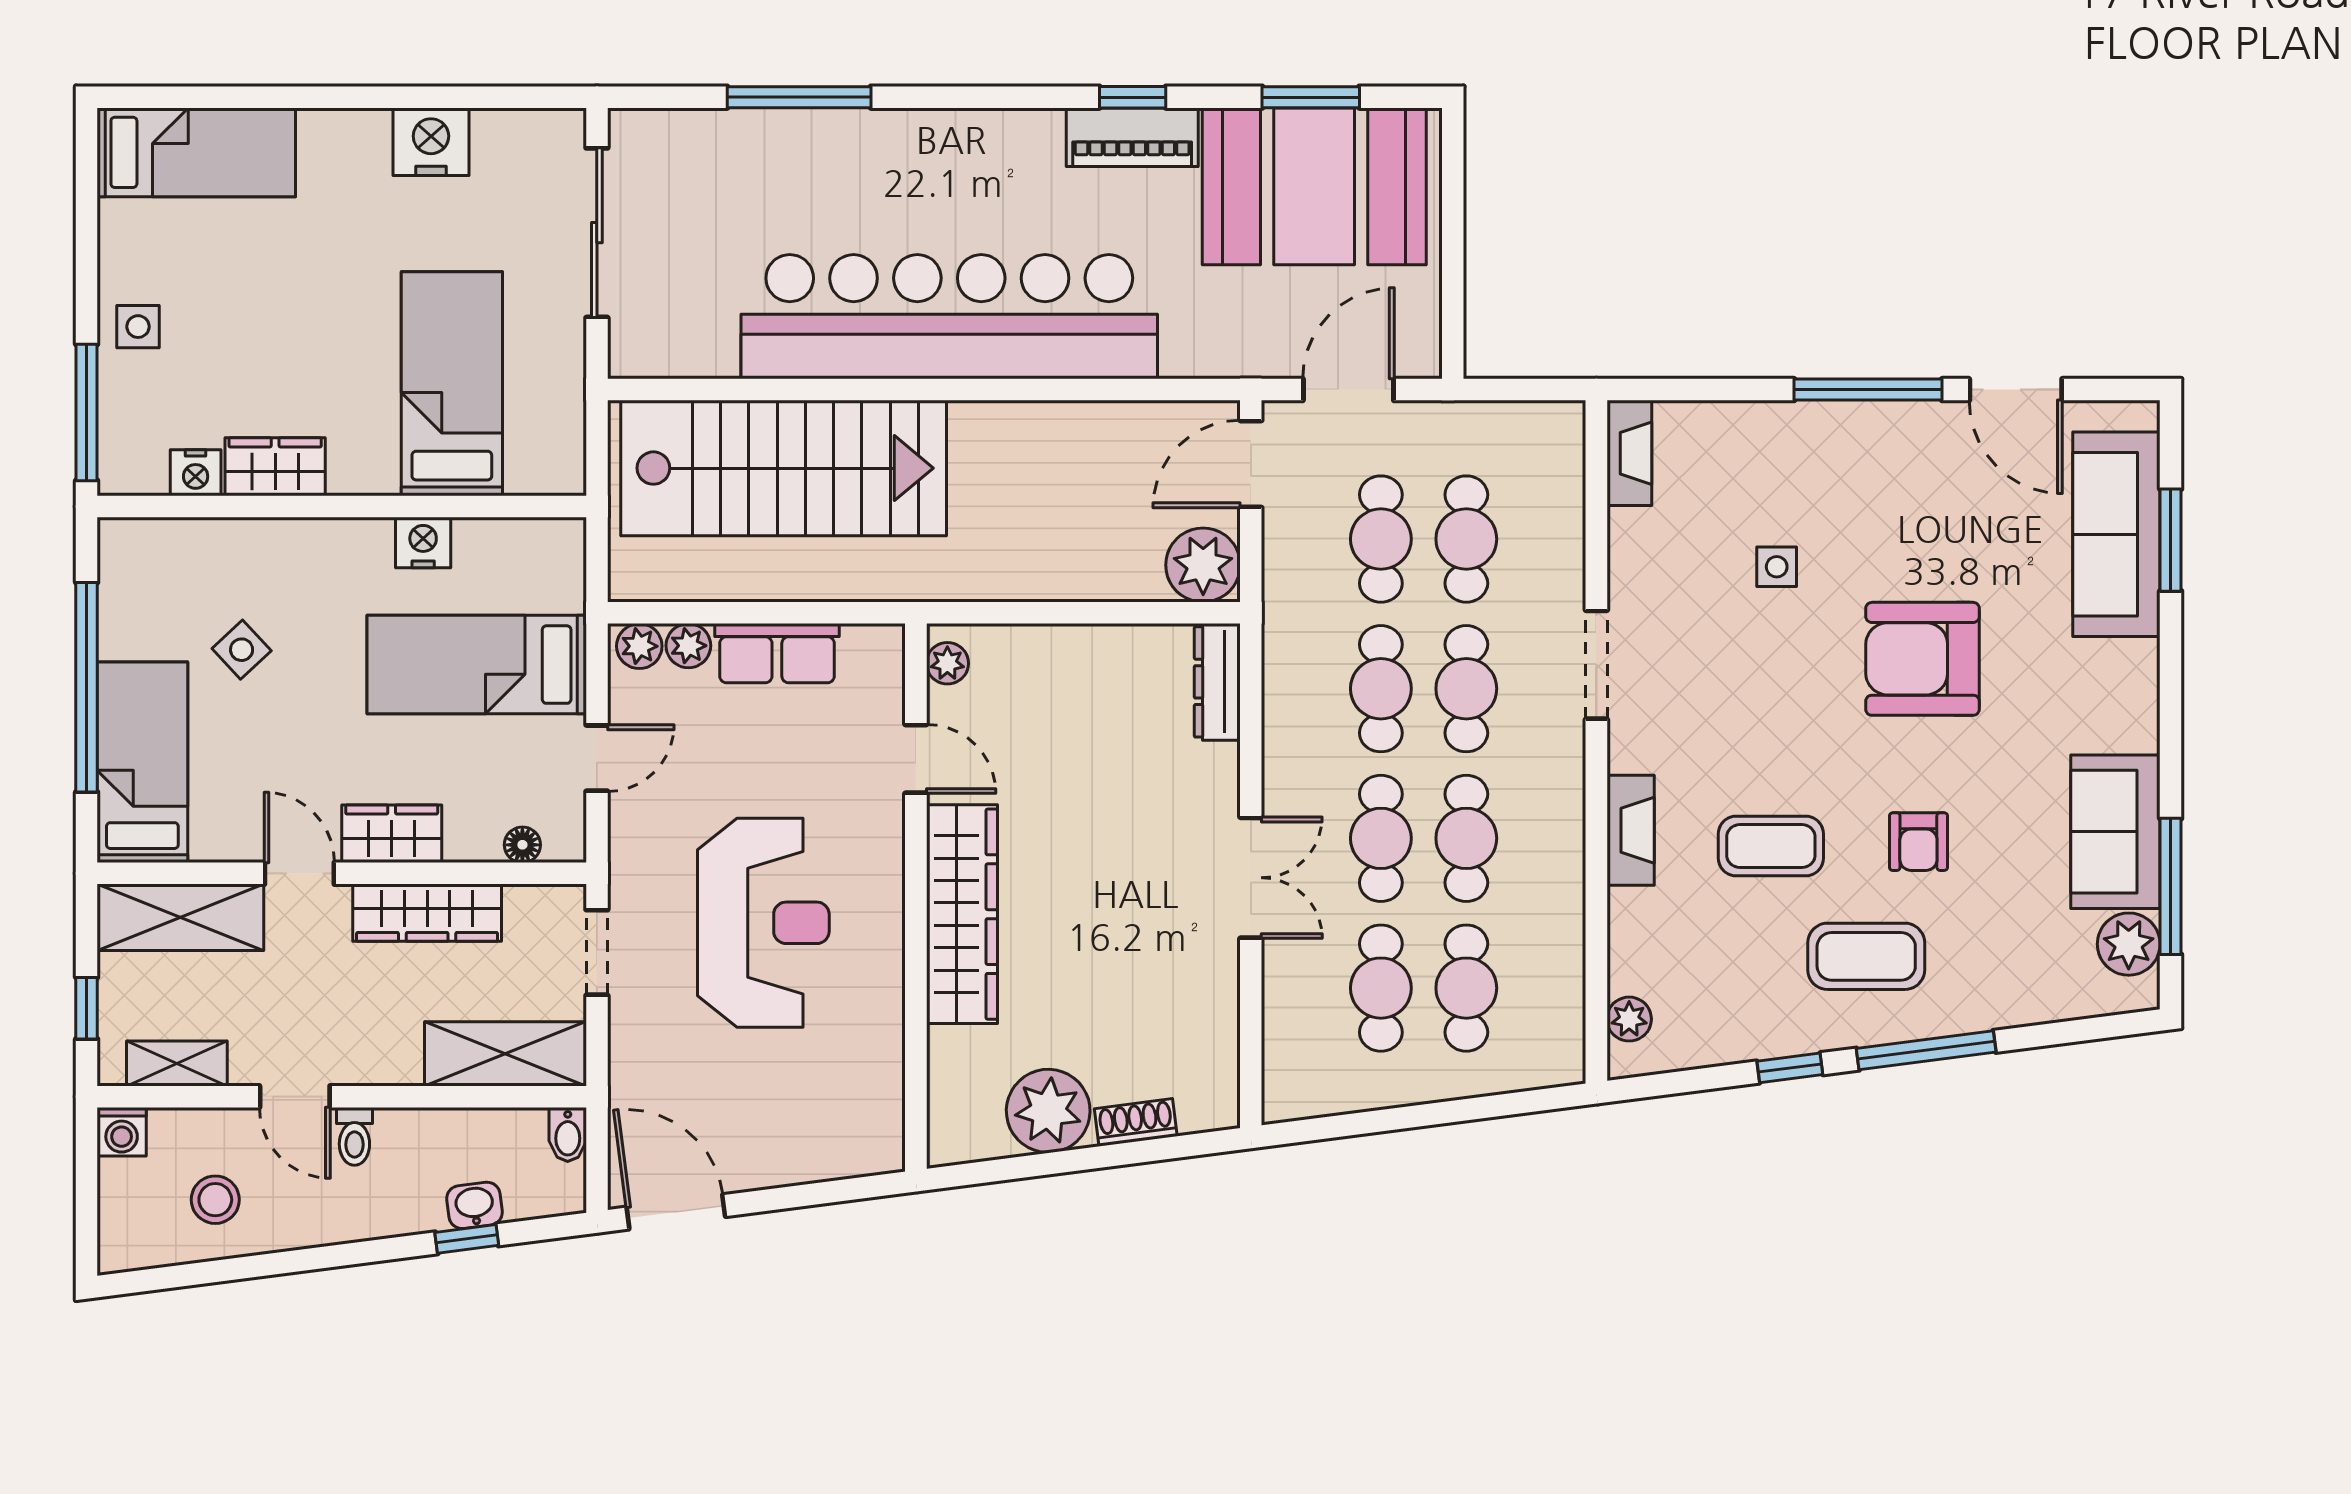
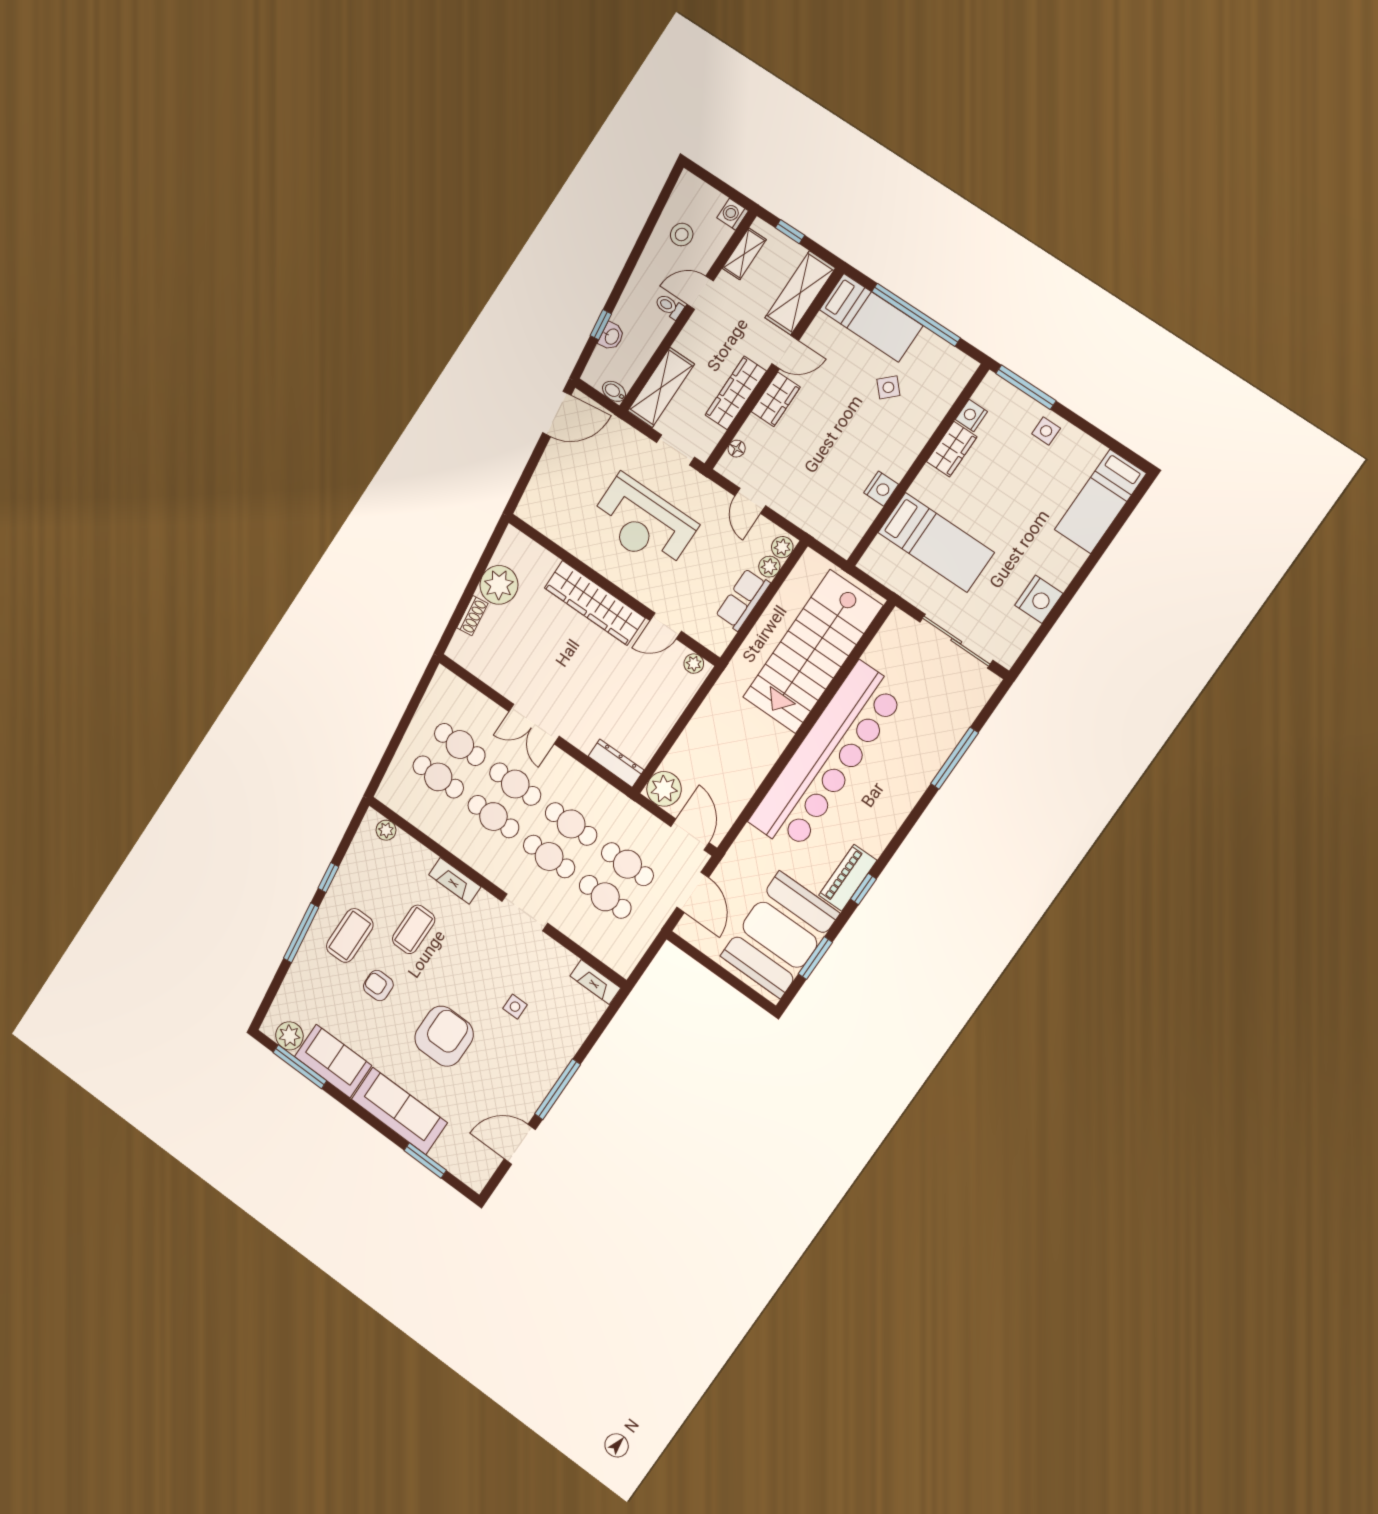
sofa: (2116, 534) -> (399, 1111), moved
bed: (477, 665) -> (819, 478), removed

